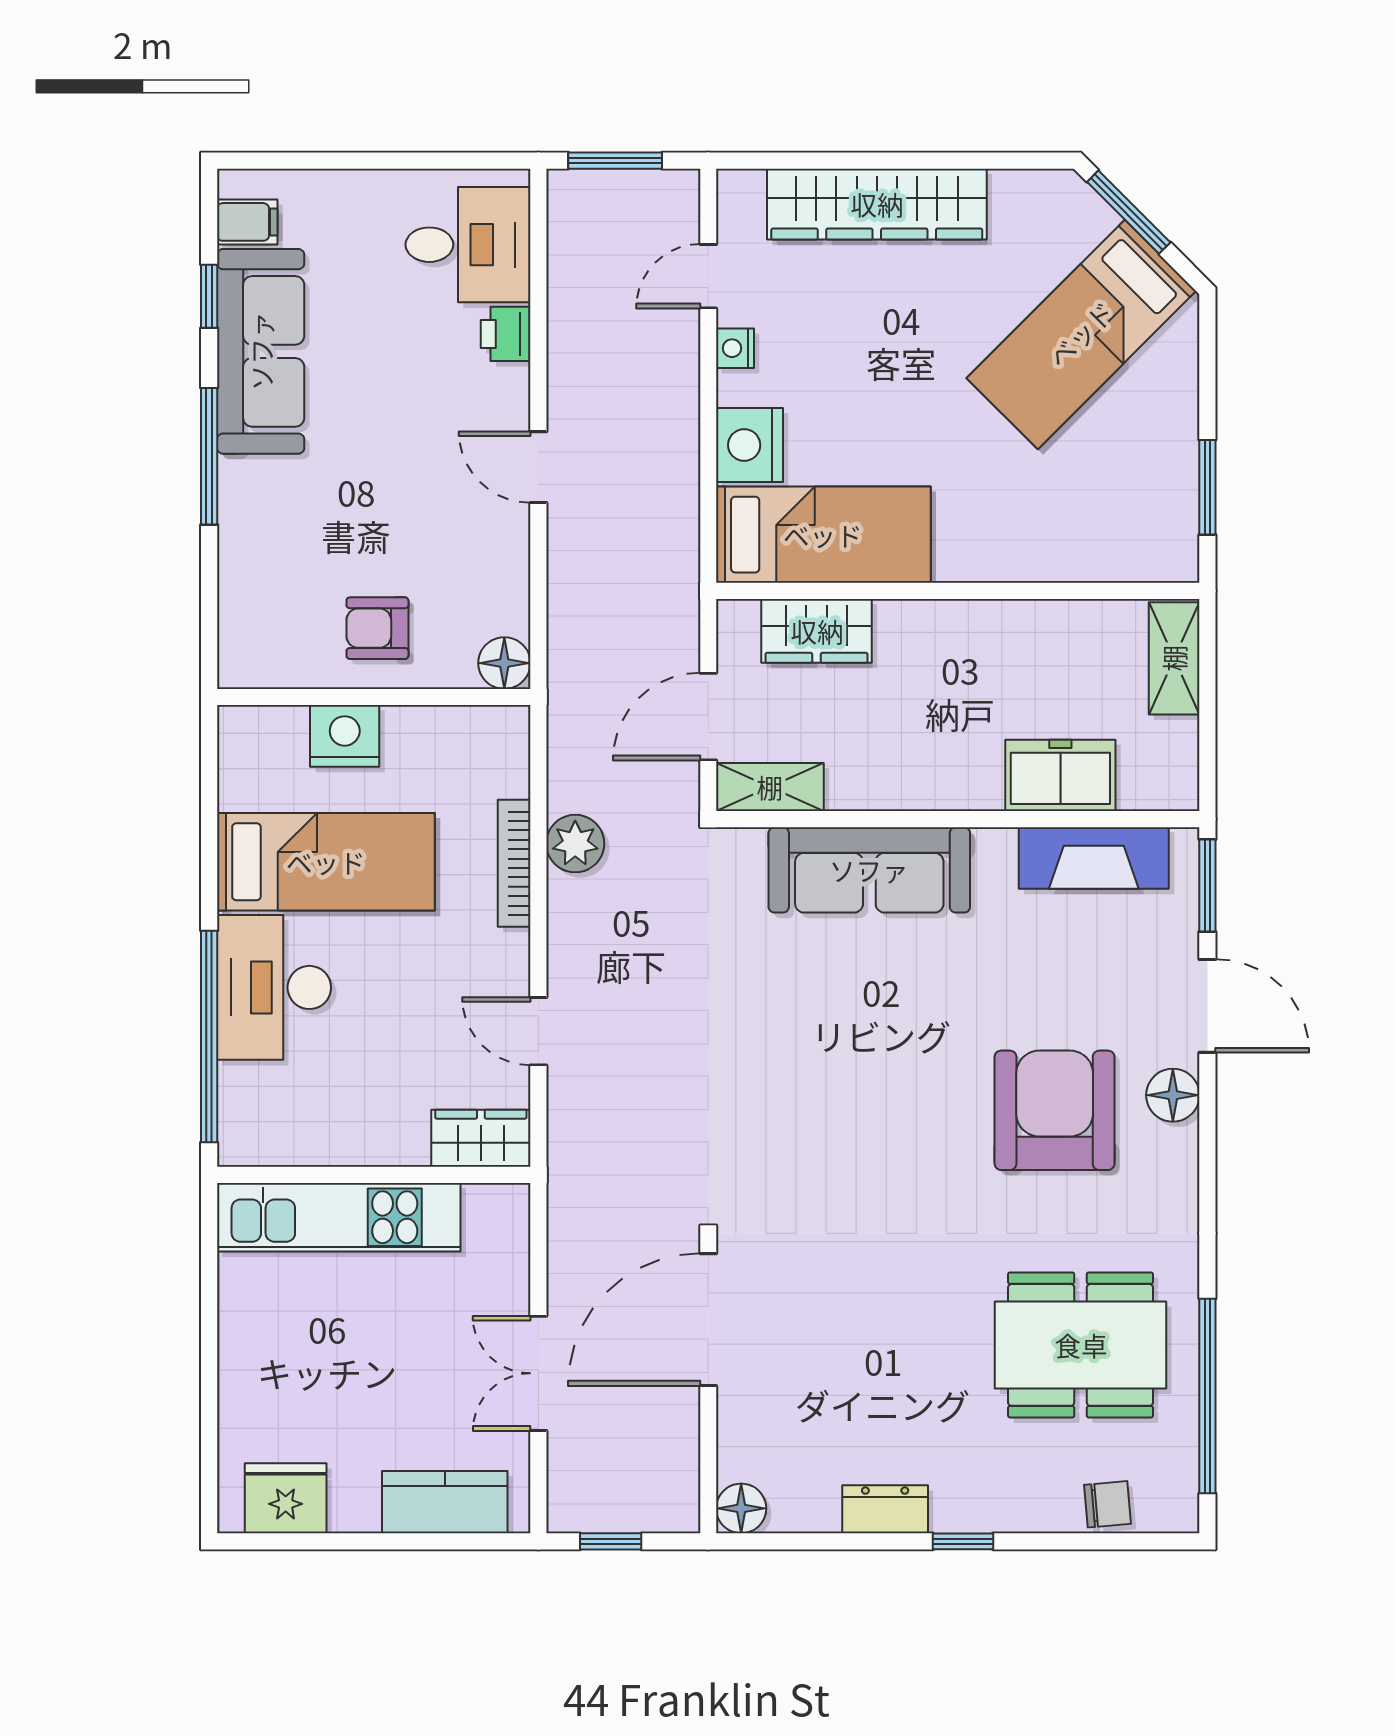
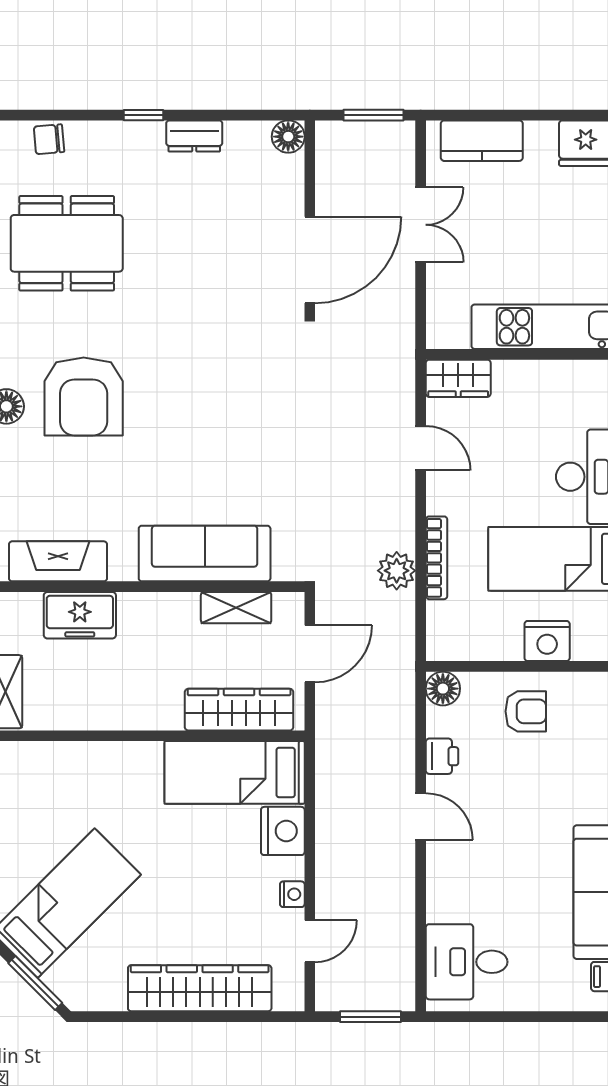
printer: (506, 334) -> (442, 756), moved
wardrobe: (817, 631) -> (239, 710), width x1.50
shelving: (770, 787) -> (236, 608), moved
window: (611, 1541) -> (373, 115), width x1.50

